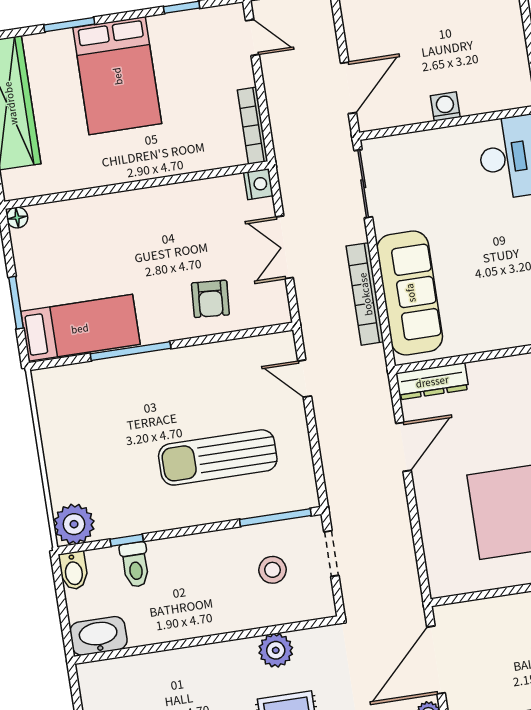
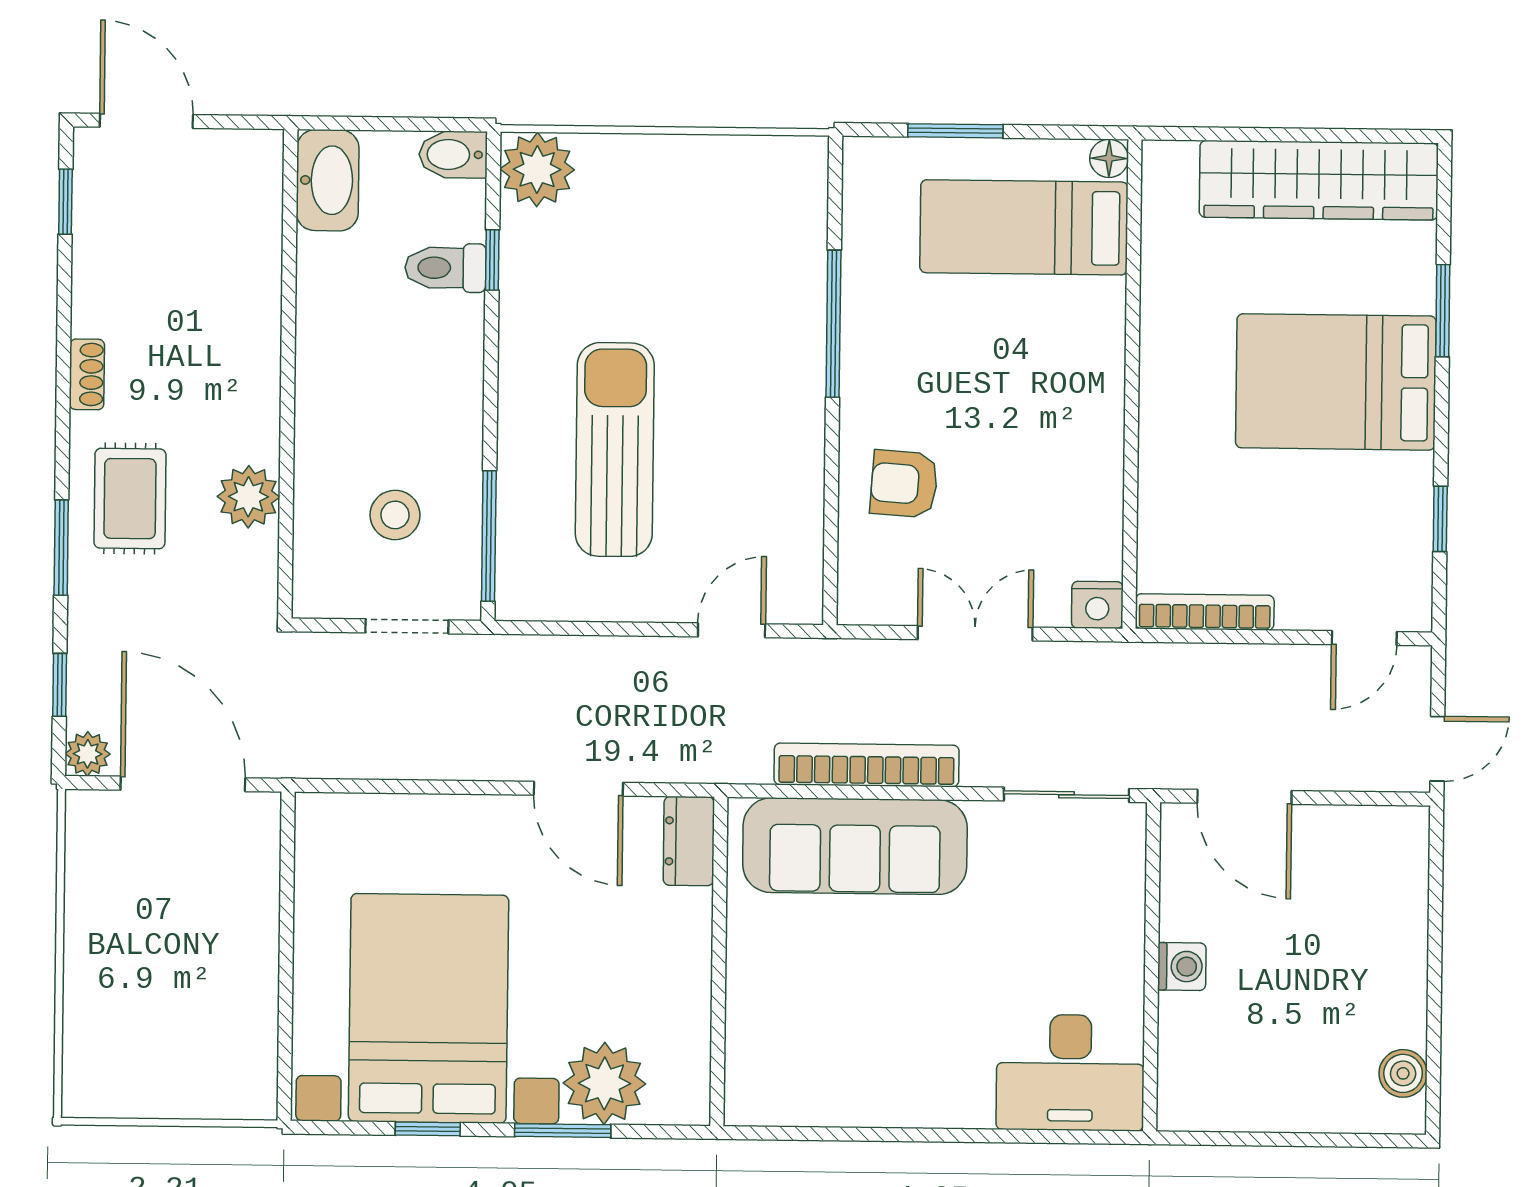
bed: (80, 328) -> (1024, 227), moved, turned 90
dresser: (432, 381) -> (689, 841), width x0.70

